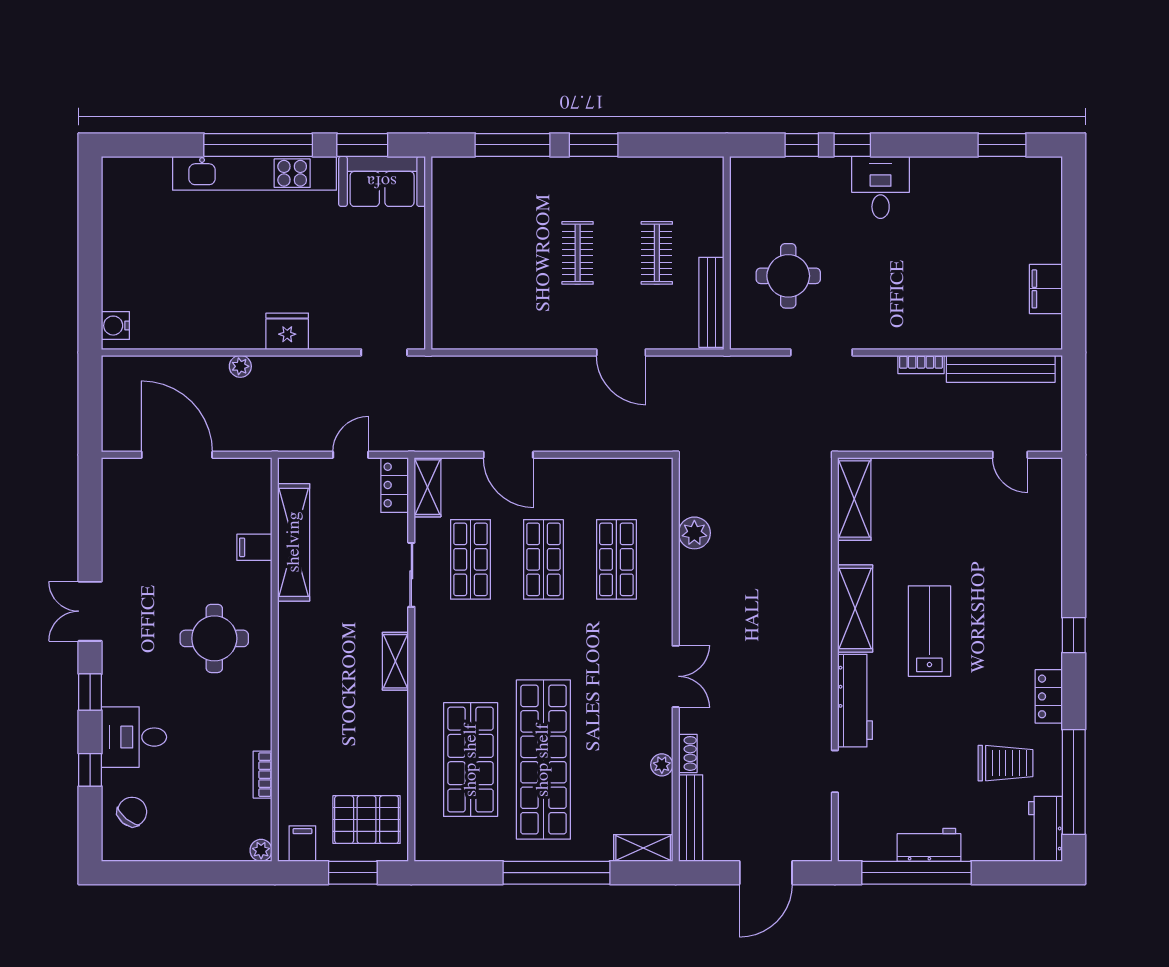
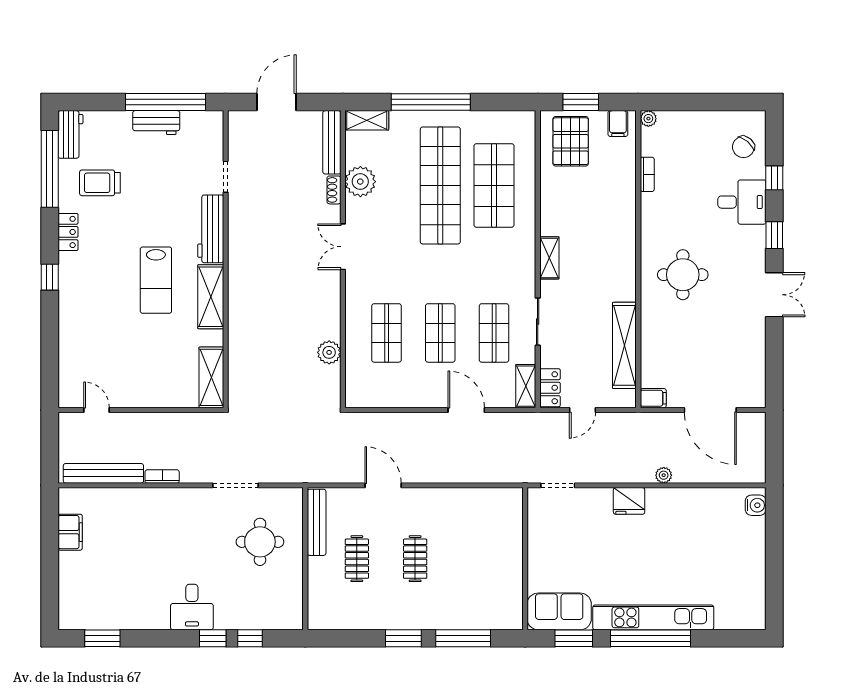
filing cabinet: (254, 547) -> (653, 398), moved
plant: (662, 765) -> (360, 182), width x1.88, depth x1.88
pallet: (367, 820) -> (571, 141), turned 90

